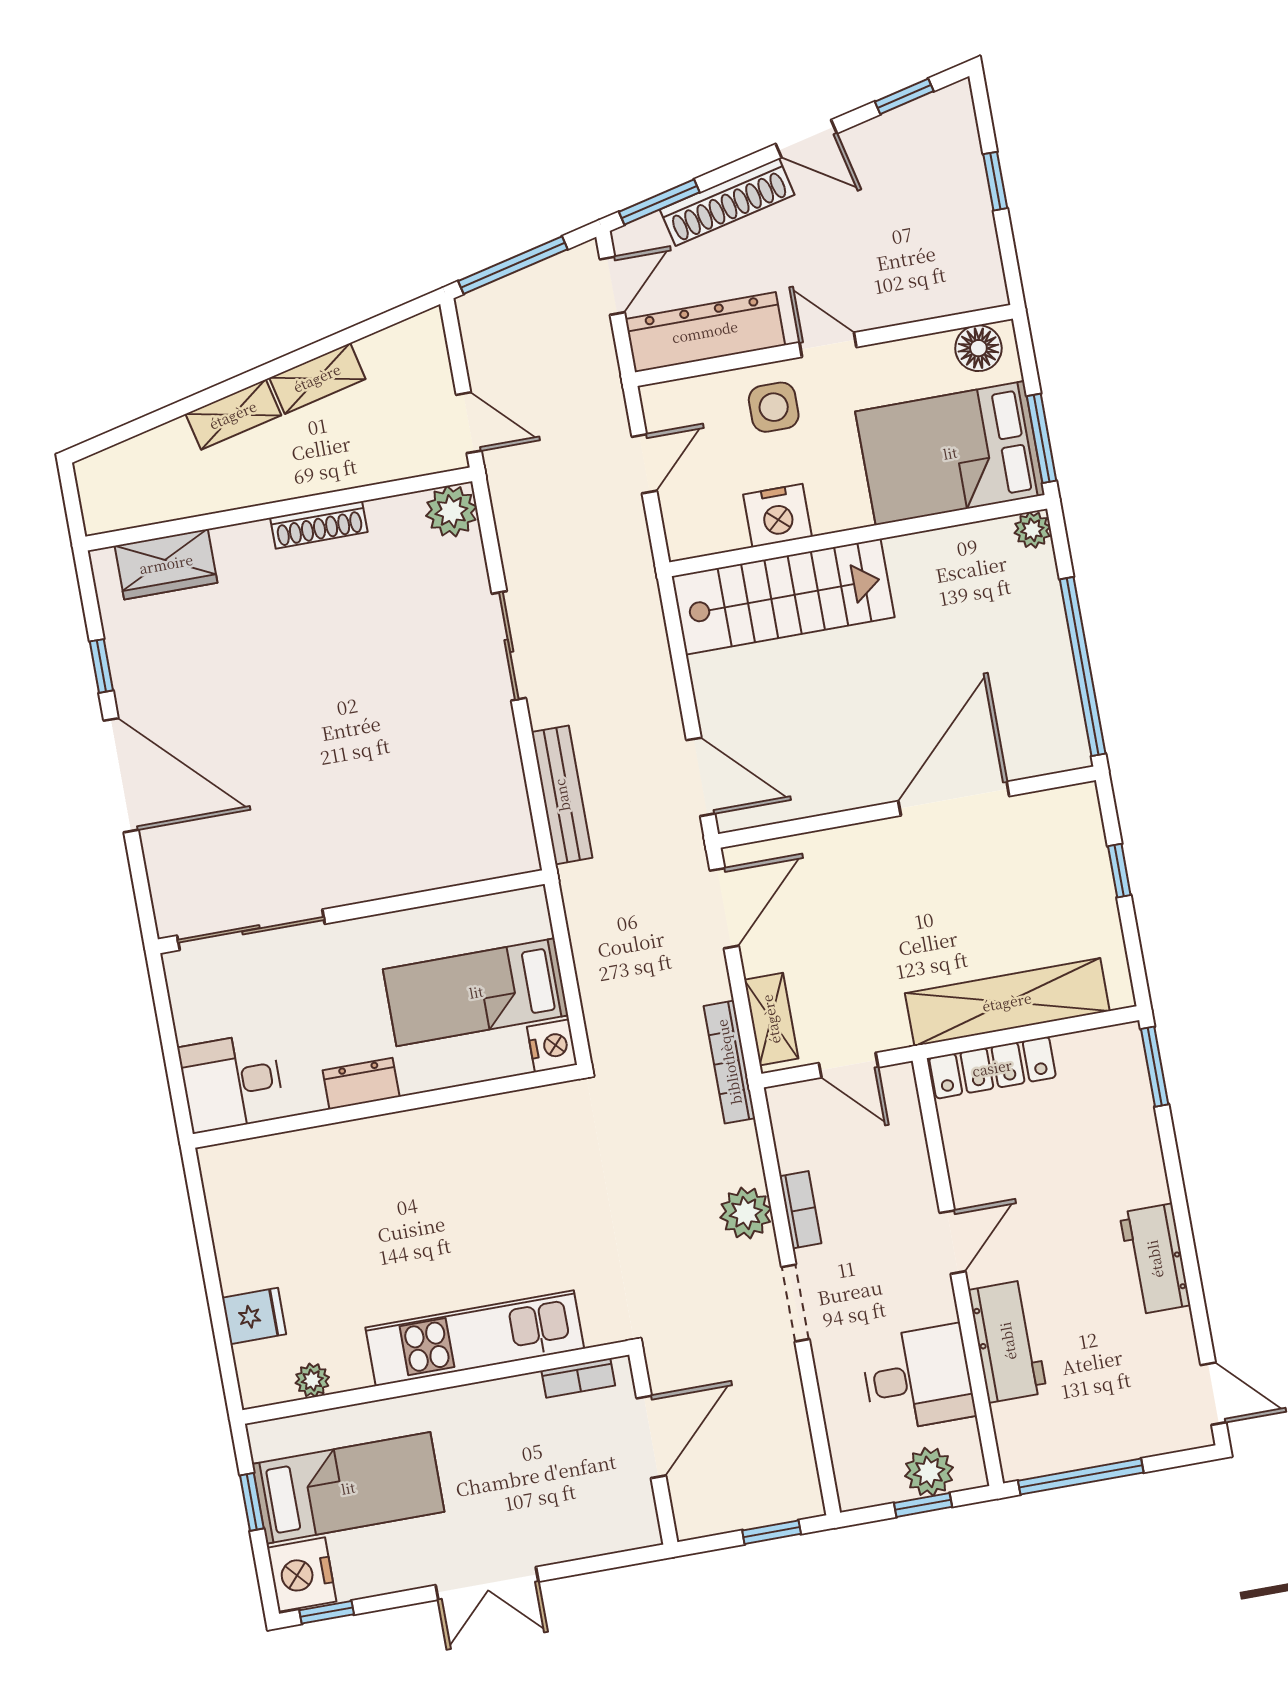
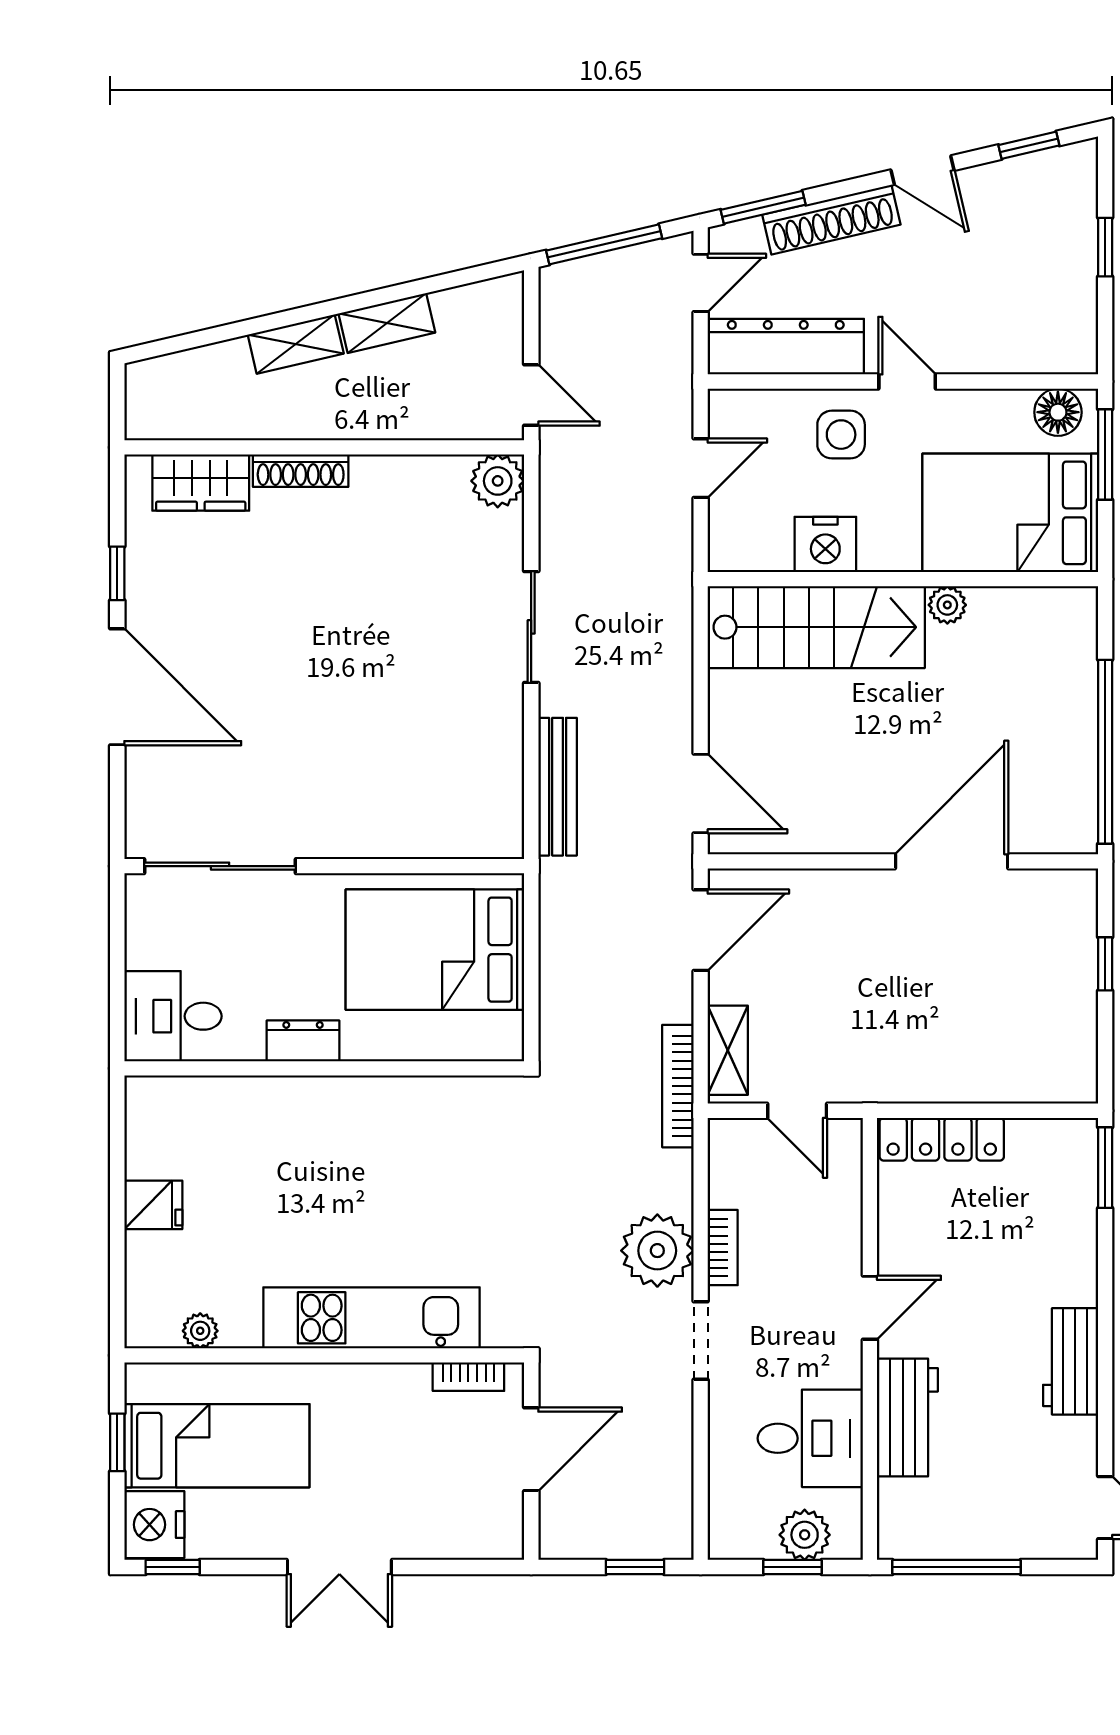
window: (1042, 438) -> (1105, 455), moved
shoe rack: (319, 525) -> (301, 471), moved
plant: (1032, 530) -> (947, 605), moved
bed: (476, 992) -> (435, 950), width x1.50
shelving: (1007, 1002) -> (969, 1076), removed
nightstand: (552, 1046) -> (502, 1037), removed
plant: (746, 1213) -> (657, 1251), width x1.36, depth x1.36
fridge: (254, 1316) -> (153, 1205), moved

